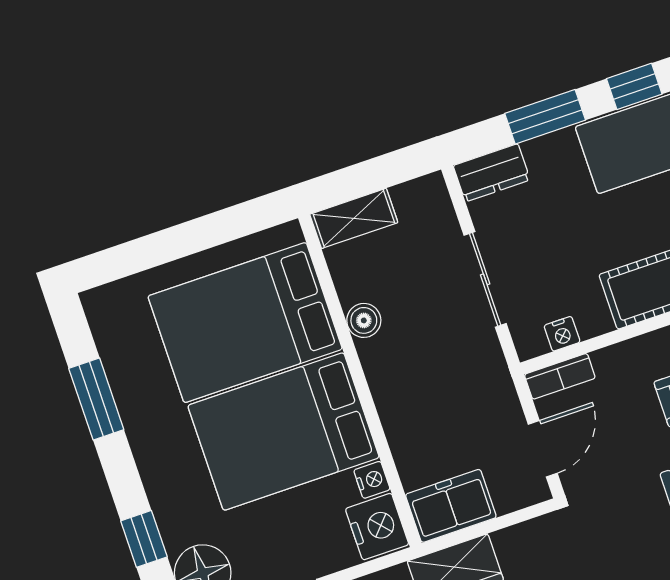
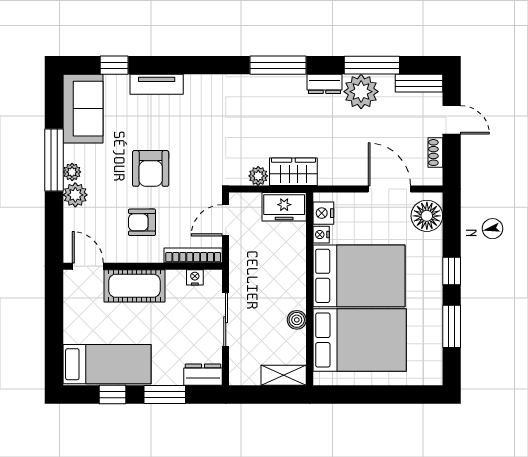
bookcase: (560, 376) -> (193, 255), width x1.56
nightstand: (377, 527) -> (323, 213), width x0.74, depth x0.75
window: (144, 539) -> (452, 271), moved
plant: (513, 543) -> (258, 176), added

